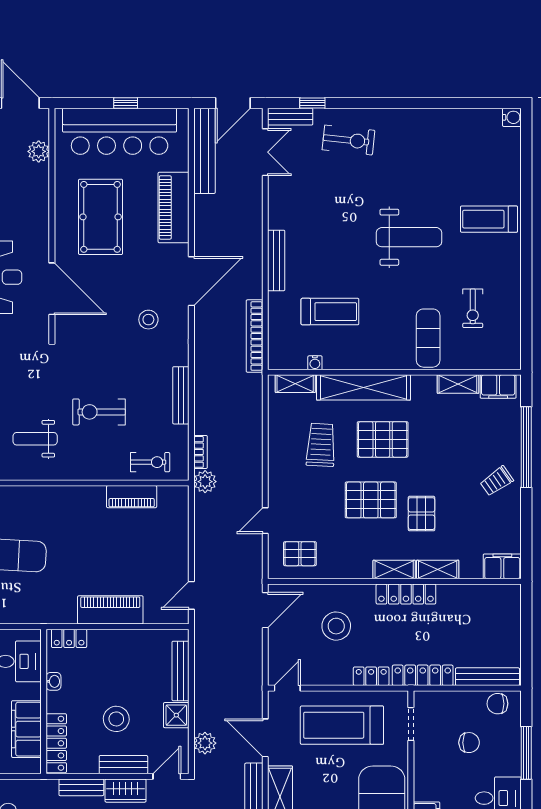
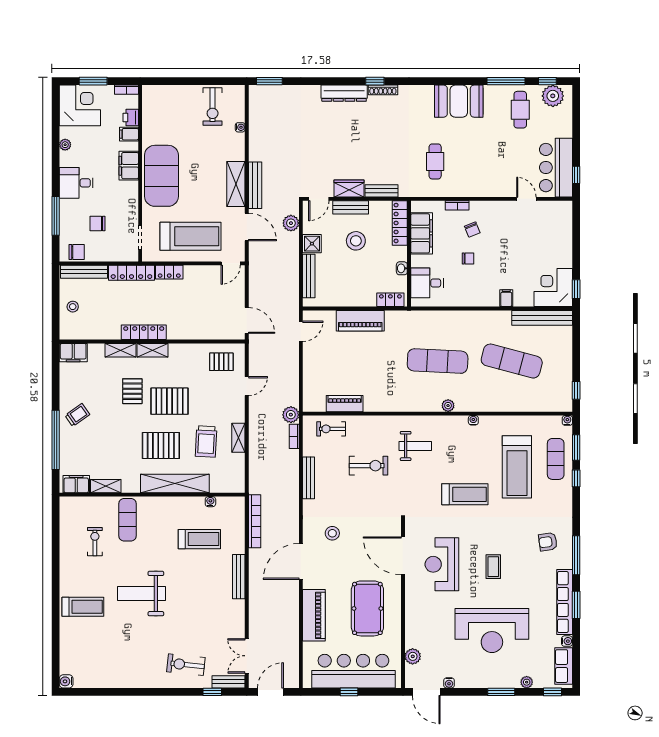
bench: (204, 151) -> (291, 657), removed
treadmill: (330, 312) -> (199, 539), turned 180
shelving: (295, 384) -> (238, 438), moved, turned 90
door: (265, 610) -> (247, 320), swing flipped
stool: (336, 626) -> (73, 307), moved, width x0.53, depth x0.53

